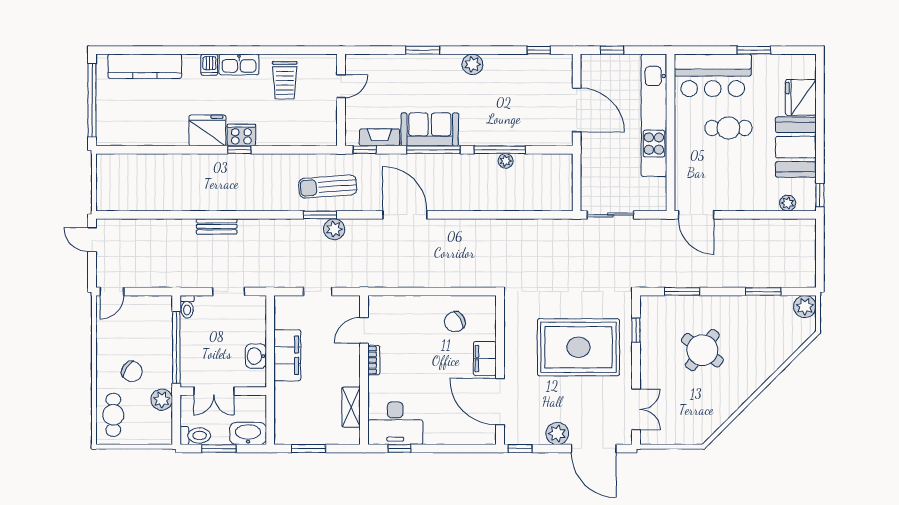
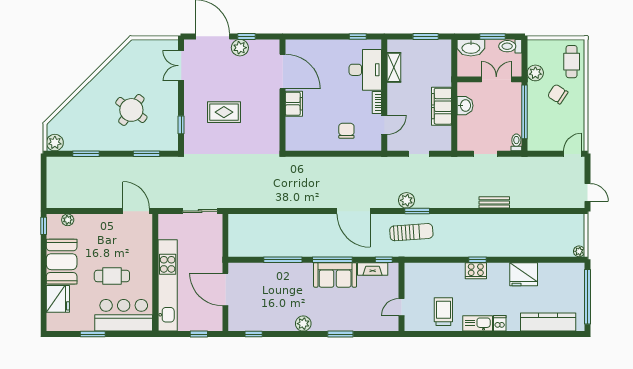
fridge: (207, 130) -> (524, 274), moved
plant: (506, 161) -> (579, 251), moved
chair: (455, 322) -> (346, 131), moved, turned -60
rug: (578, 347) -> (224, 112), width x0.54, depth x0.49
desk: (395, 423) -> (365, 70), moved, turned 90
window: (520, 449) -> (247, 36), moved

